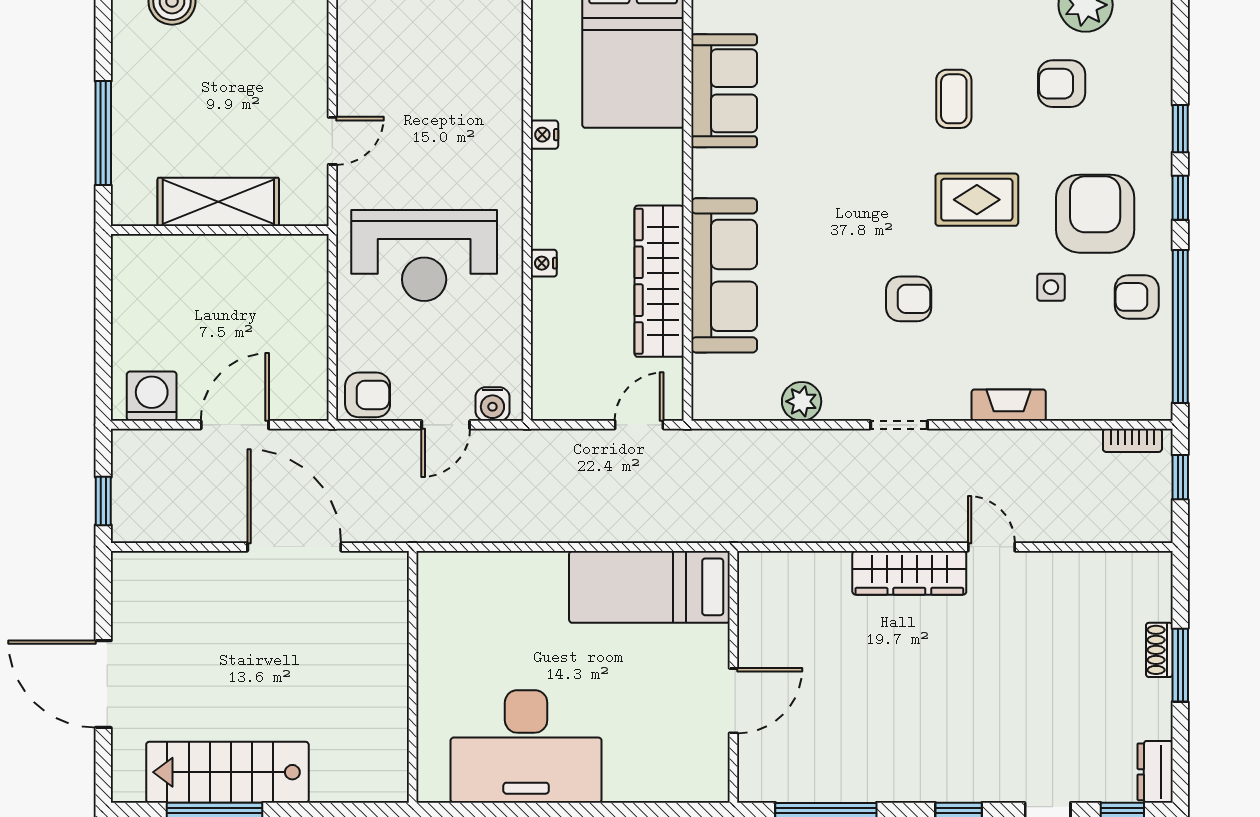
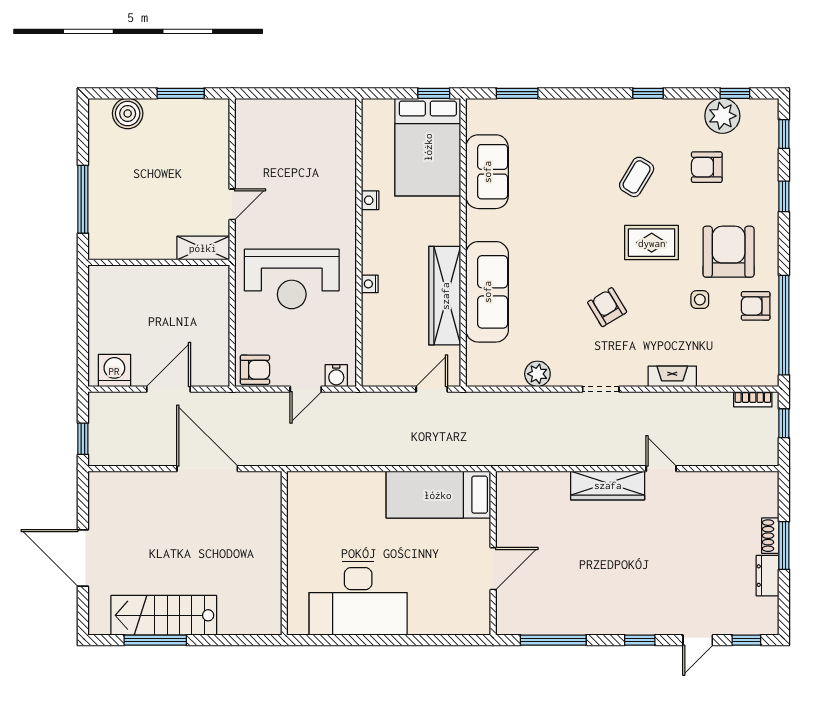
coffee table: (954, 99) -> (637, 177), turned 31
window: (1180, 198) -> (784, 134), moved
shelving: (218, 202) -> (203, 248), moved, width x0.67, depth x0.75
armchair: (909, 299) -> (607, 307), turned -121
dresser: (1155, 772) -> (768, 576), moved

